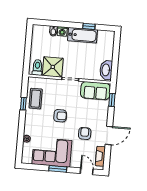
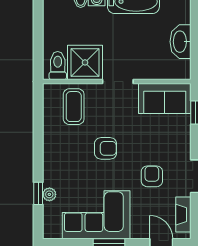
washbasin: (106, 70) -> (181, 42), moved
coffee table: (36, 99) -> (74, 107), moved
window: (23, 104) -> (38, 193), moved

